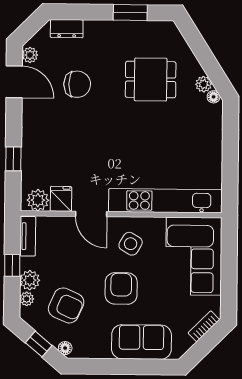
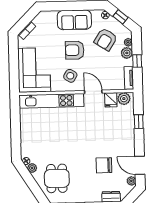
dining table: (151, 80) -> (57, 178), moved, turned 90
armchair: (121, 288) -> (75, 50), turned 90
armchair: (66, 305) -> (106, 39), turned -81
sofa: (141, 342) -> (74, 20), moved

